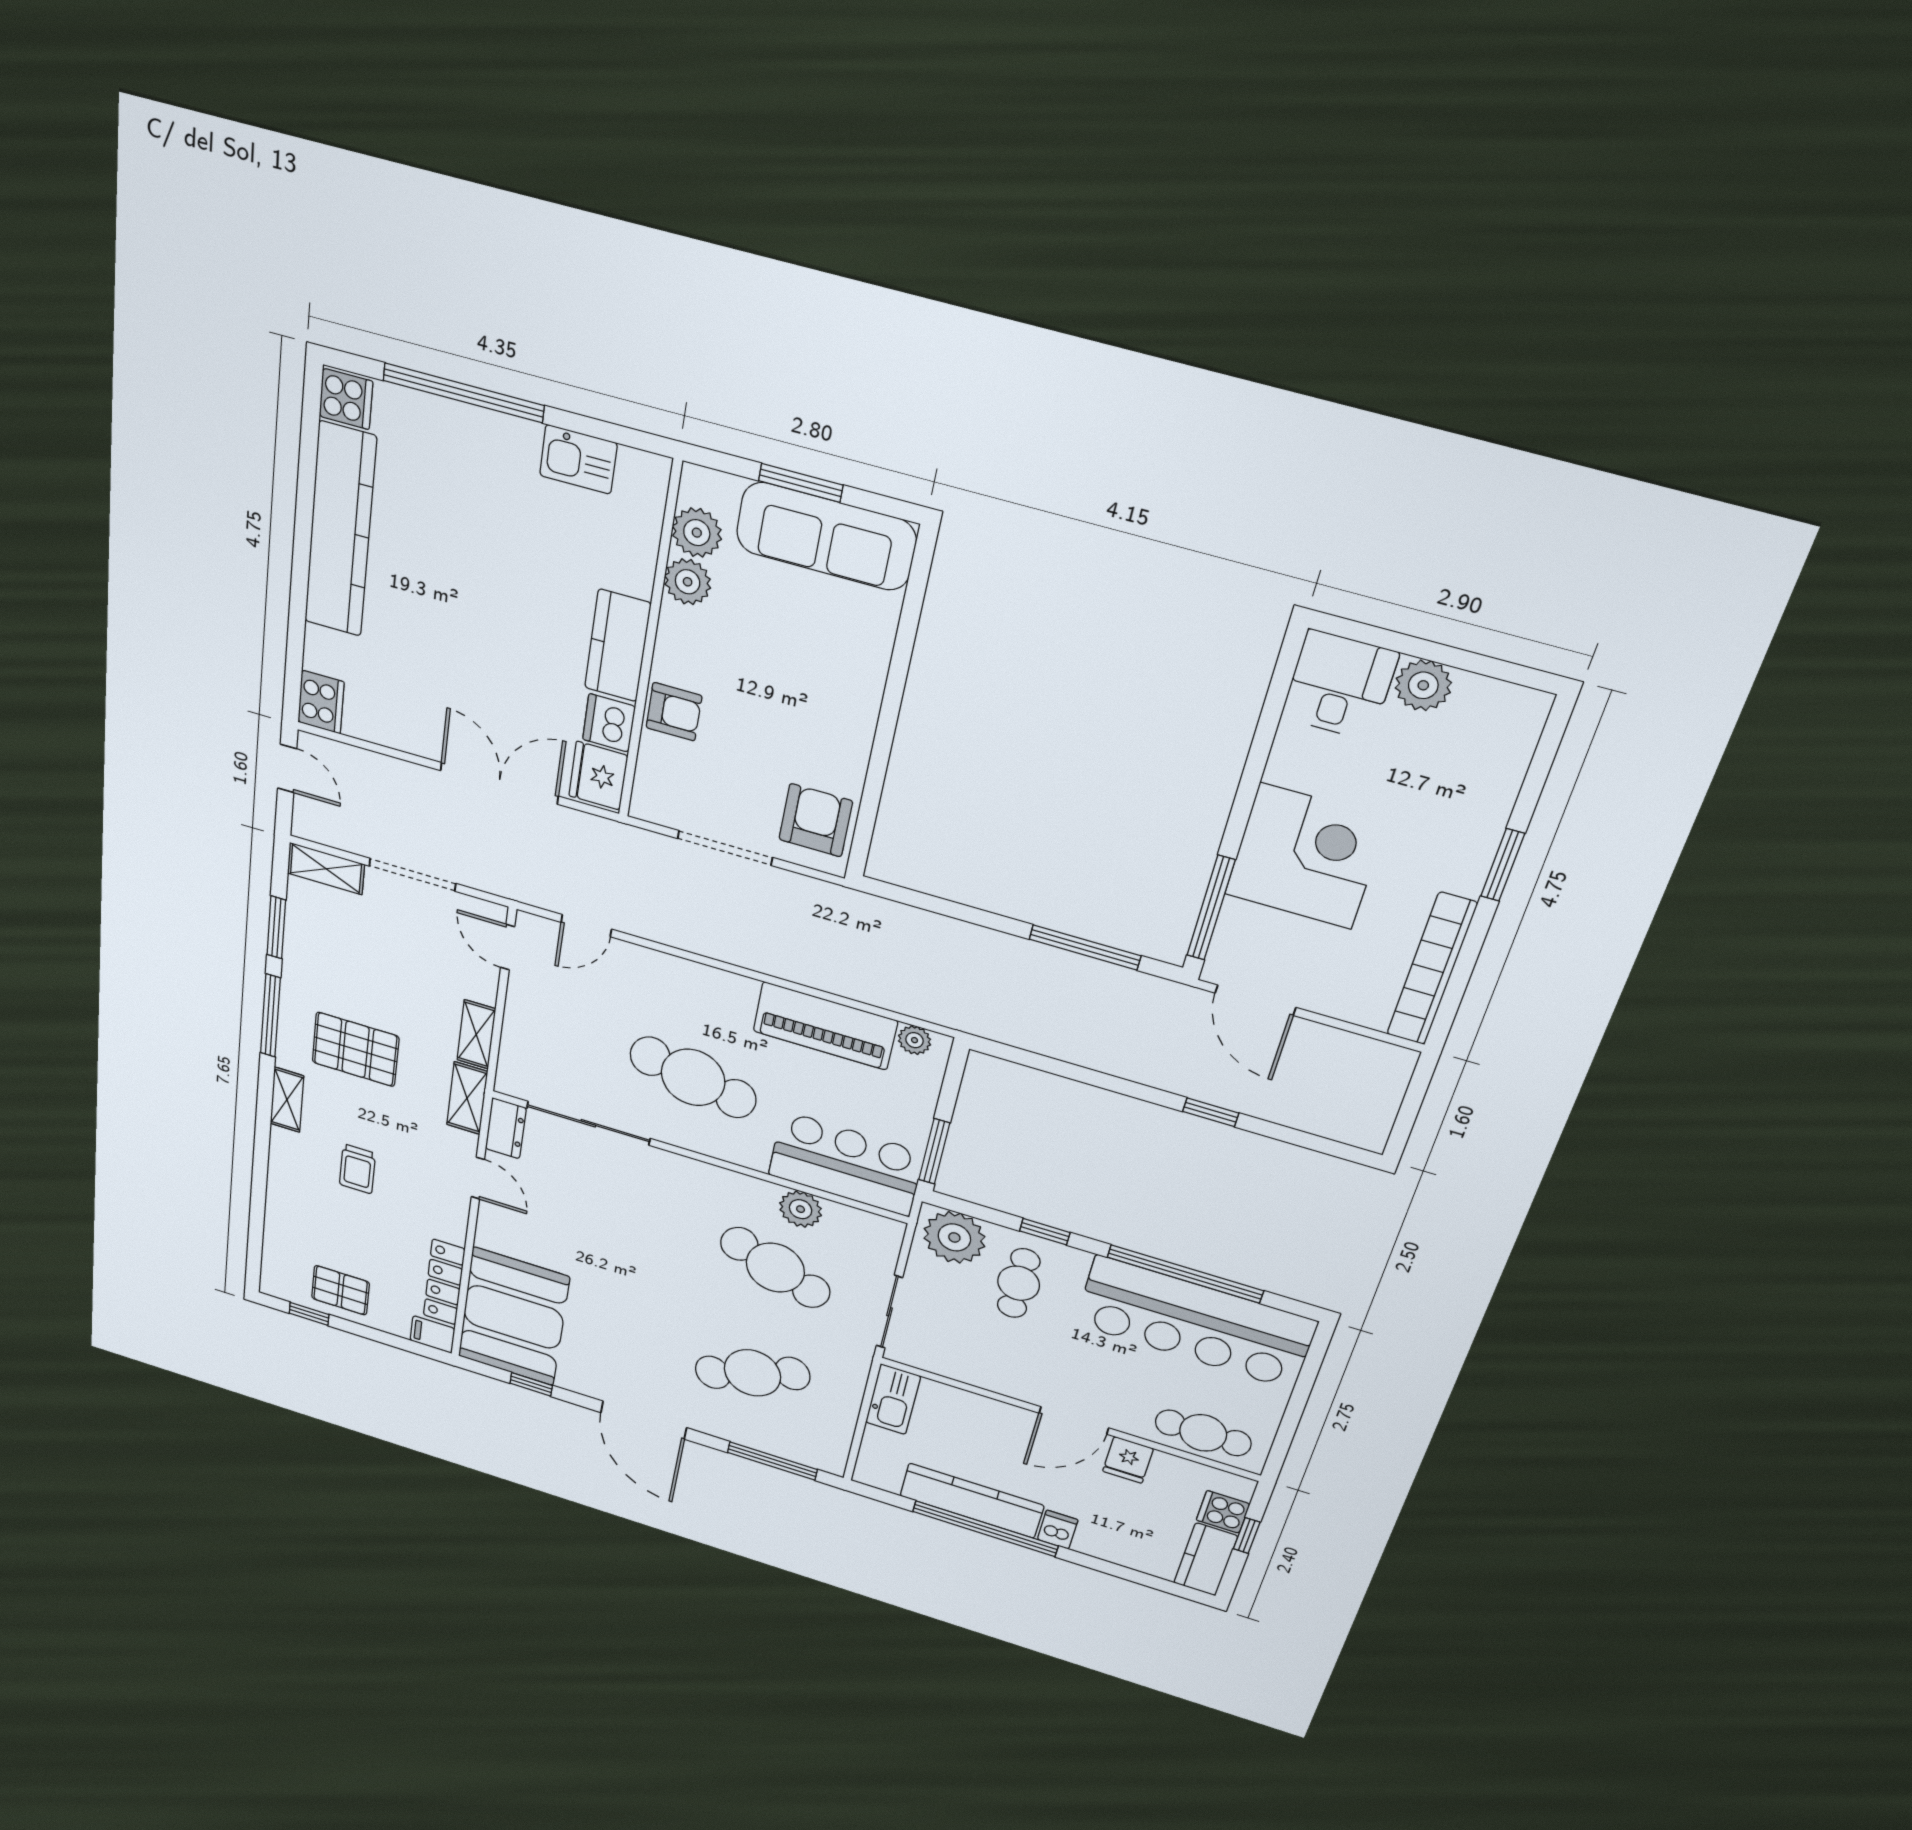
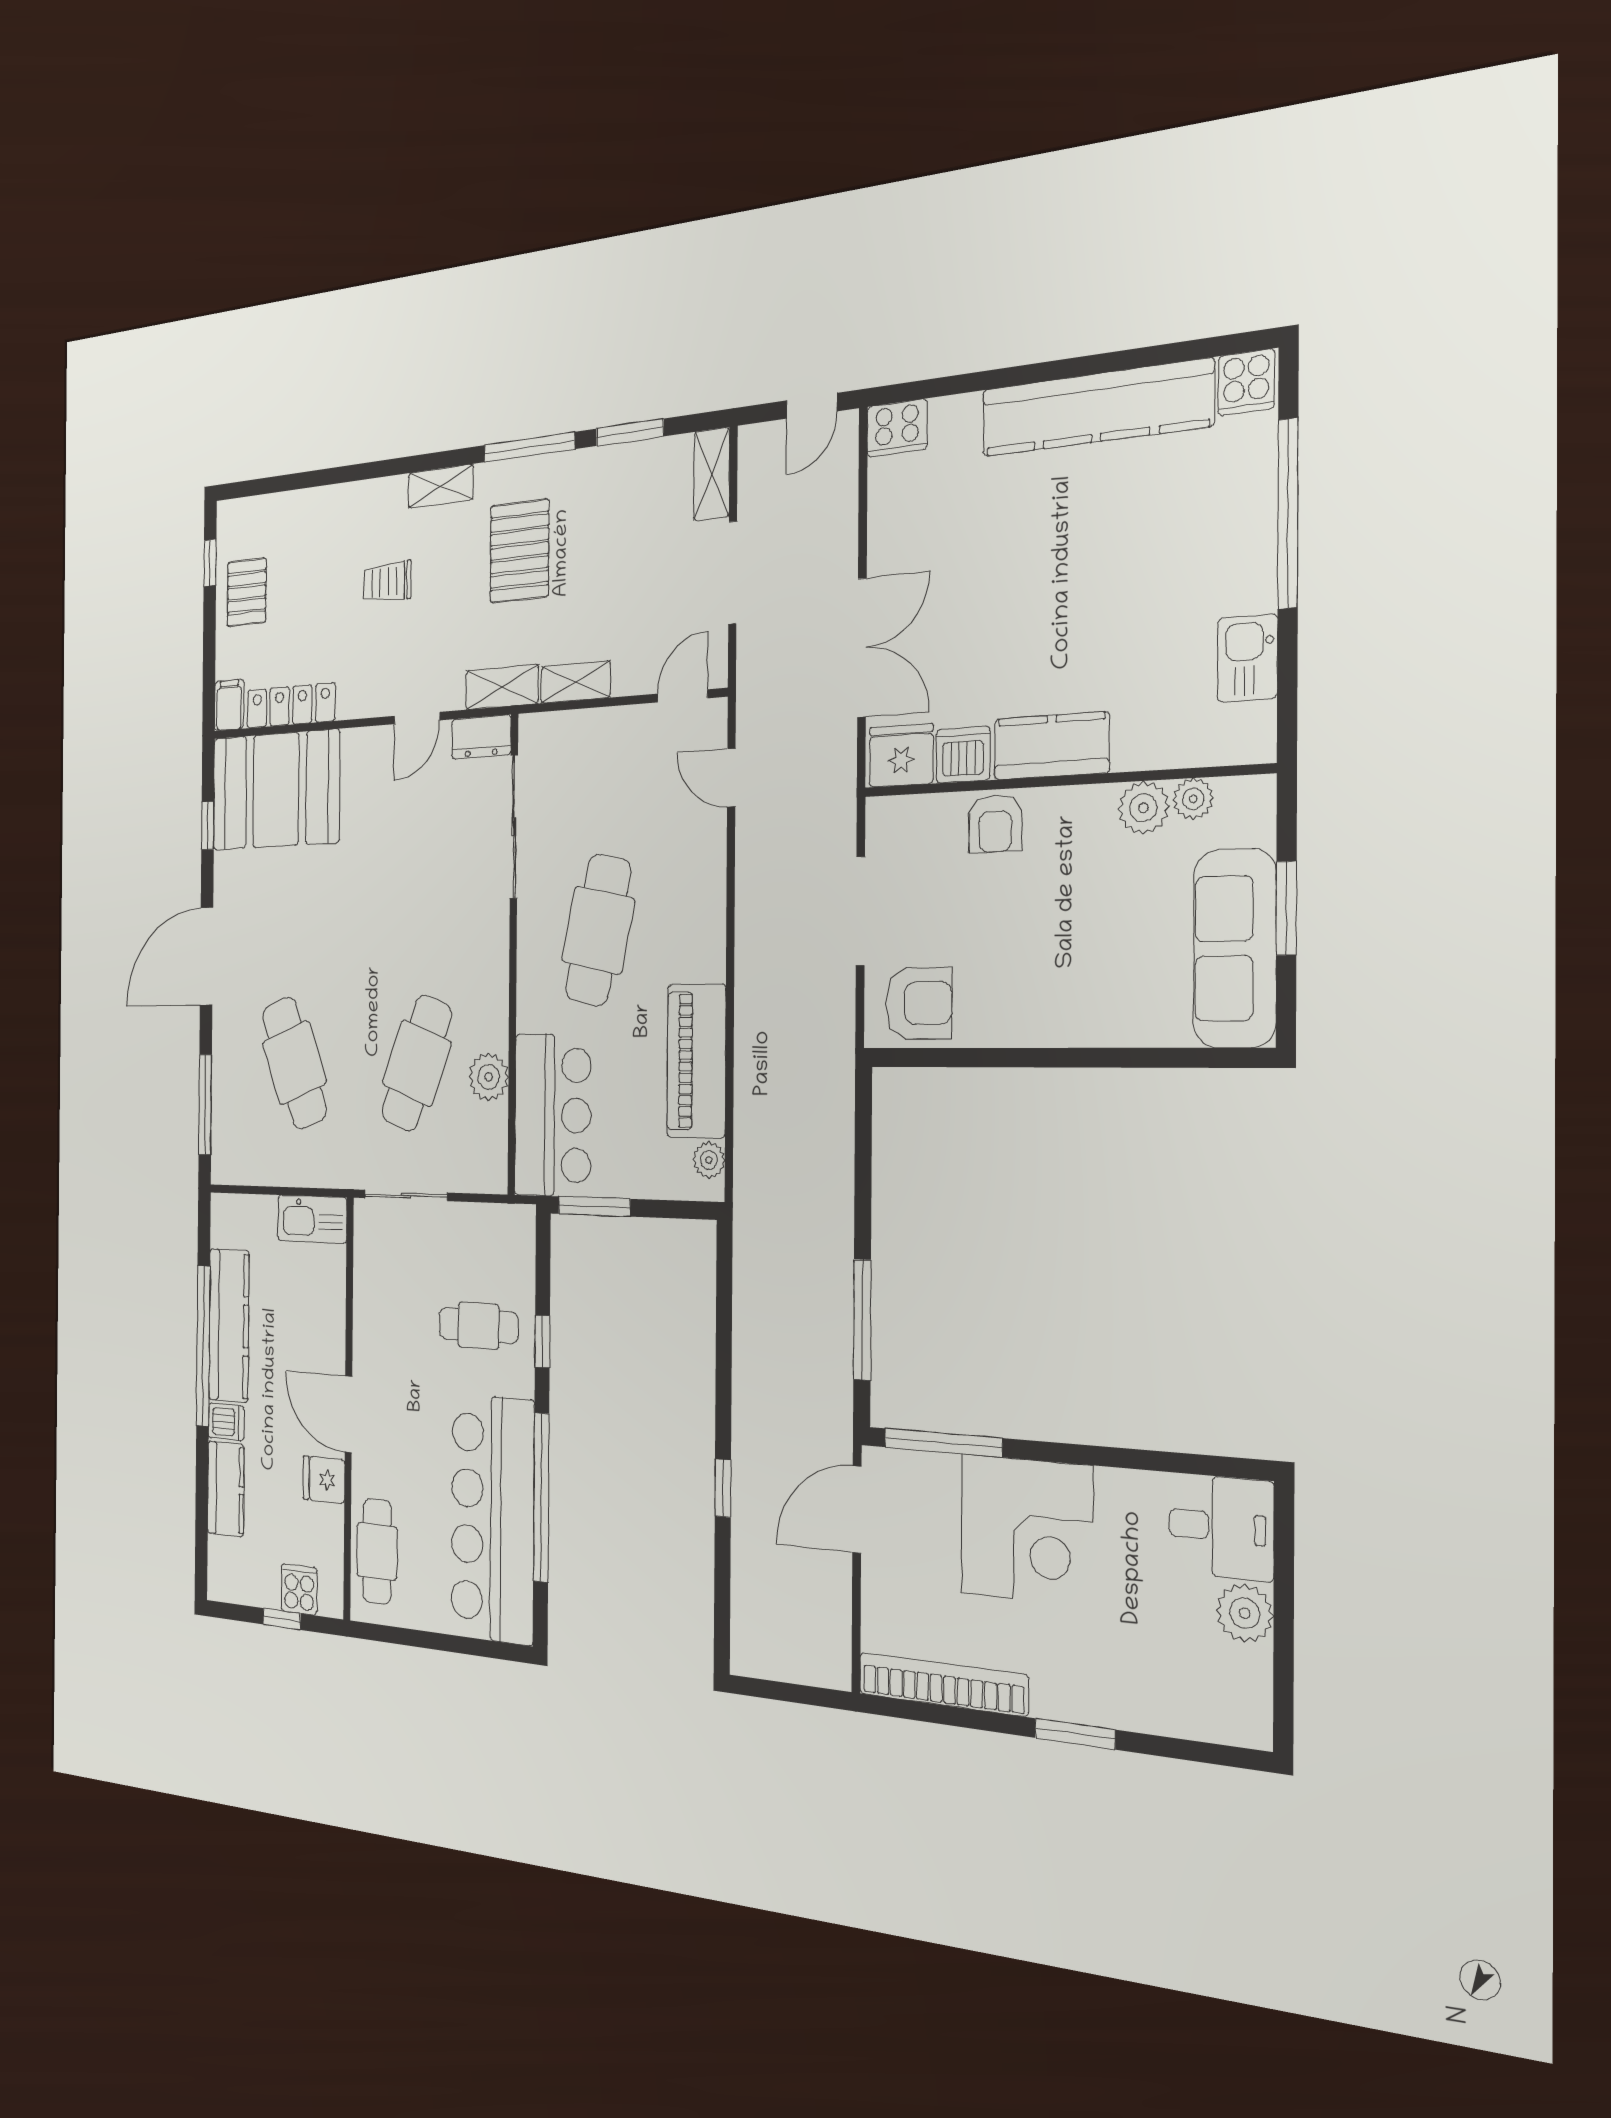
plant: (697, 533) -> (1193, 799), width x0.73, depth x0.73
plant: (954, 1237) -> (507, 1247), removed
kitchen counter: (1206, 1559) -> (226, 1489), moved, turned 90

